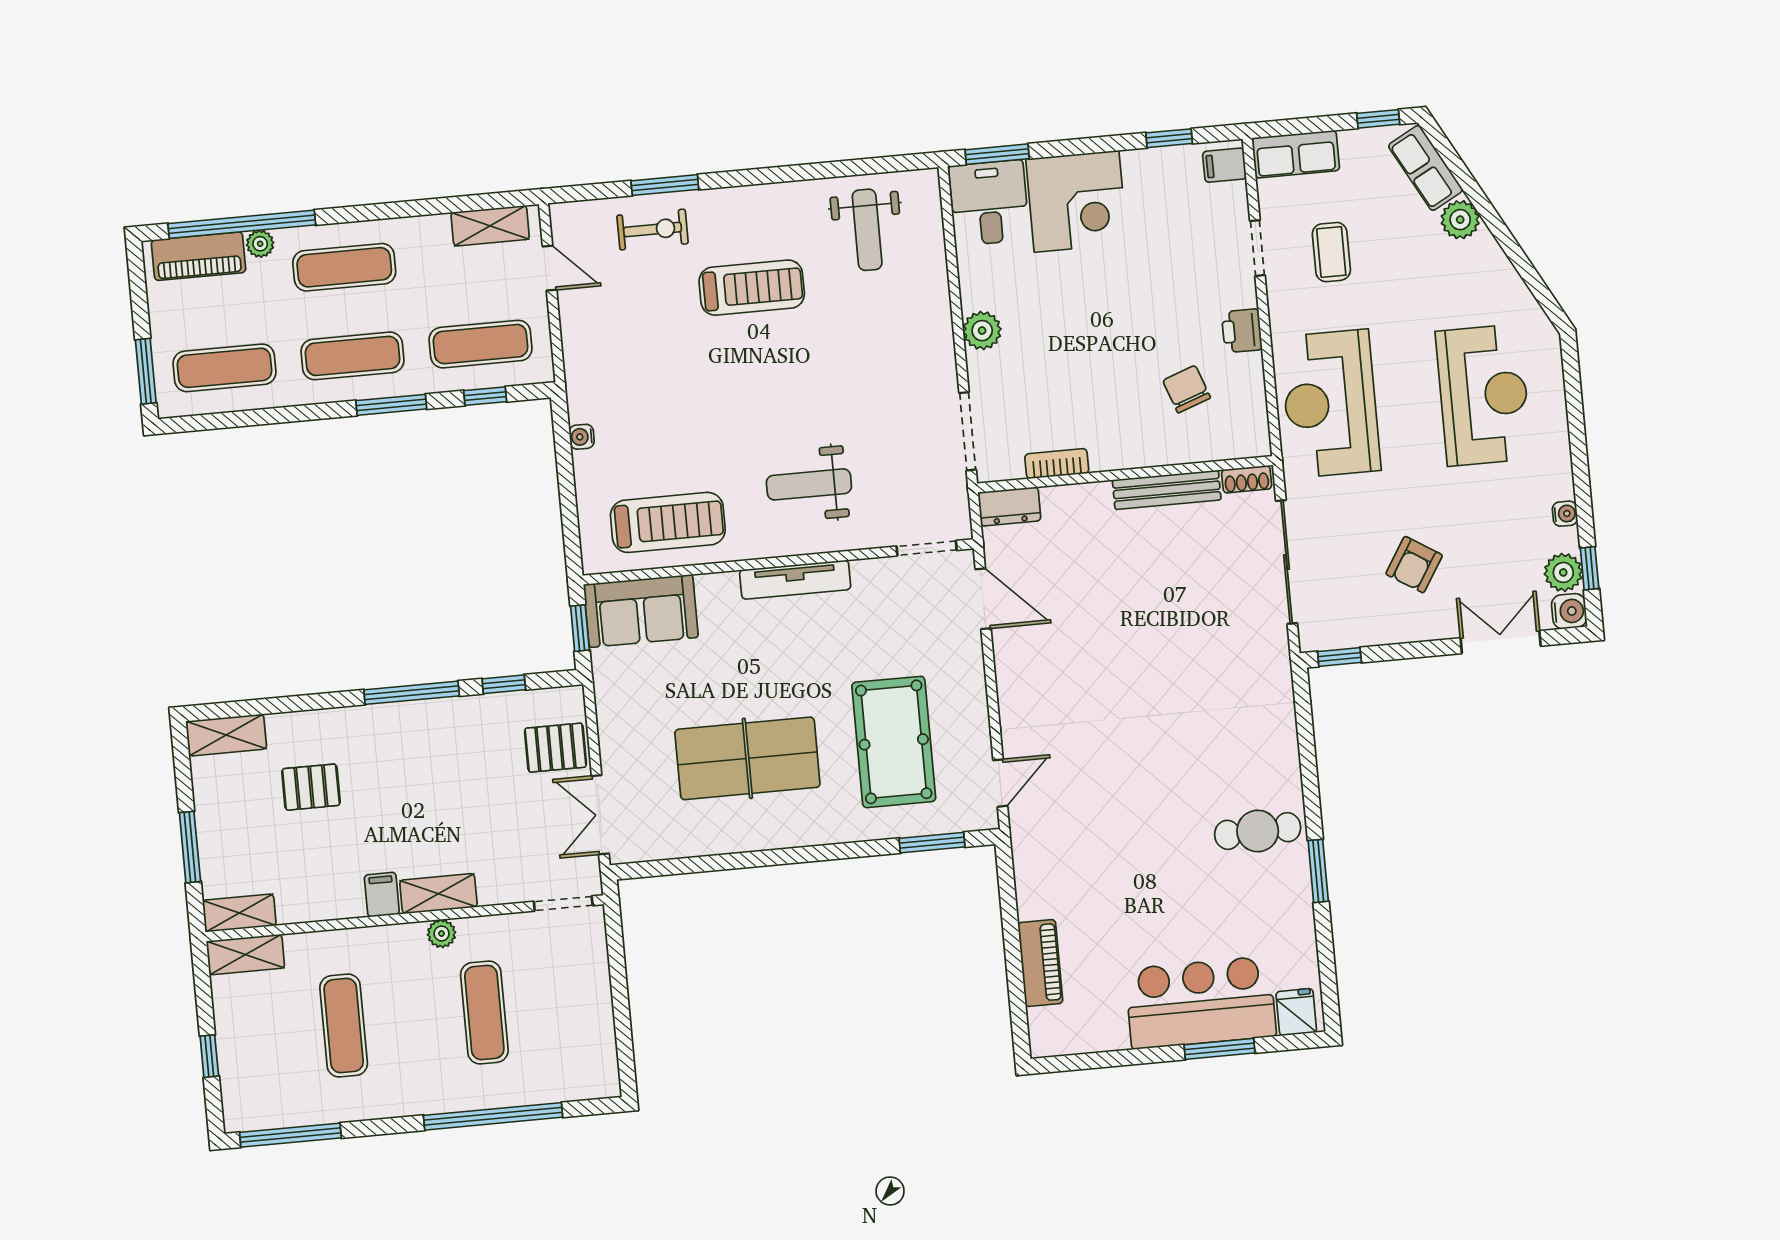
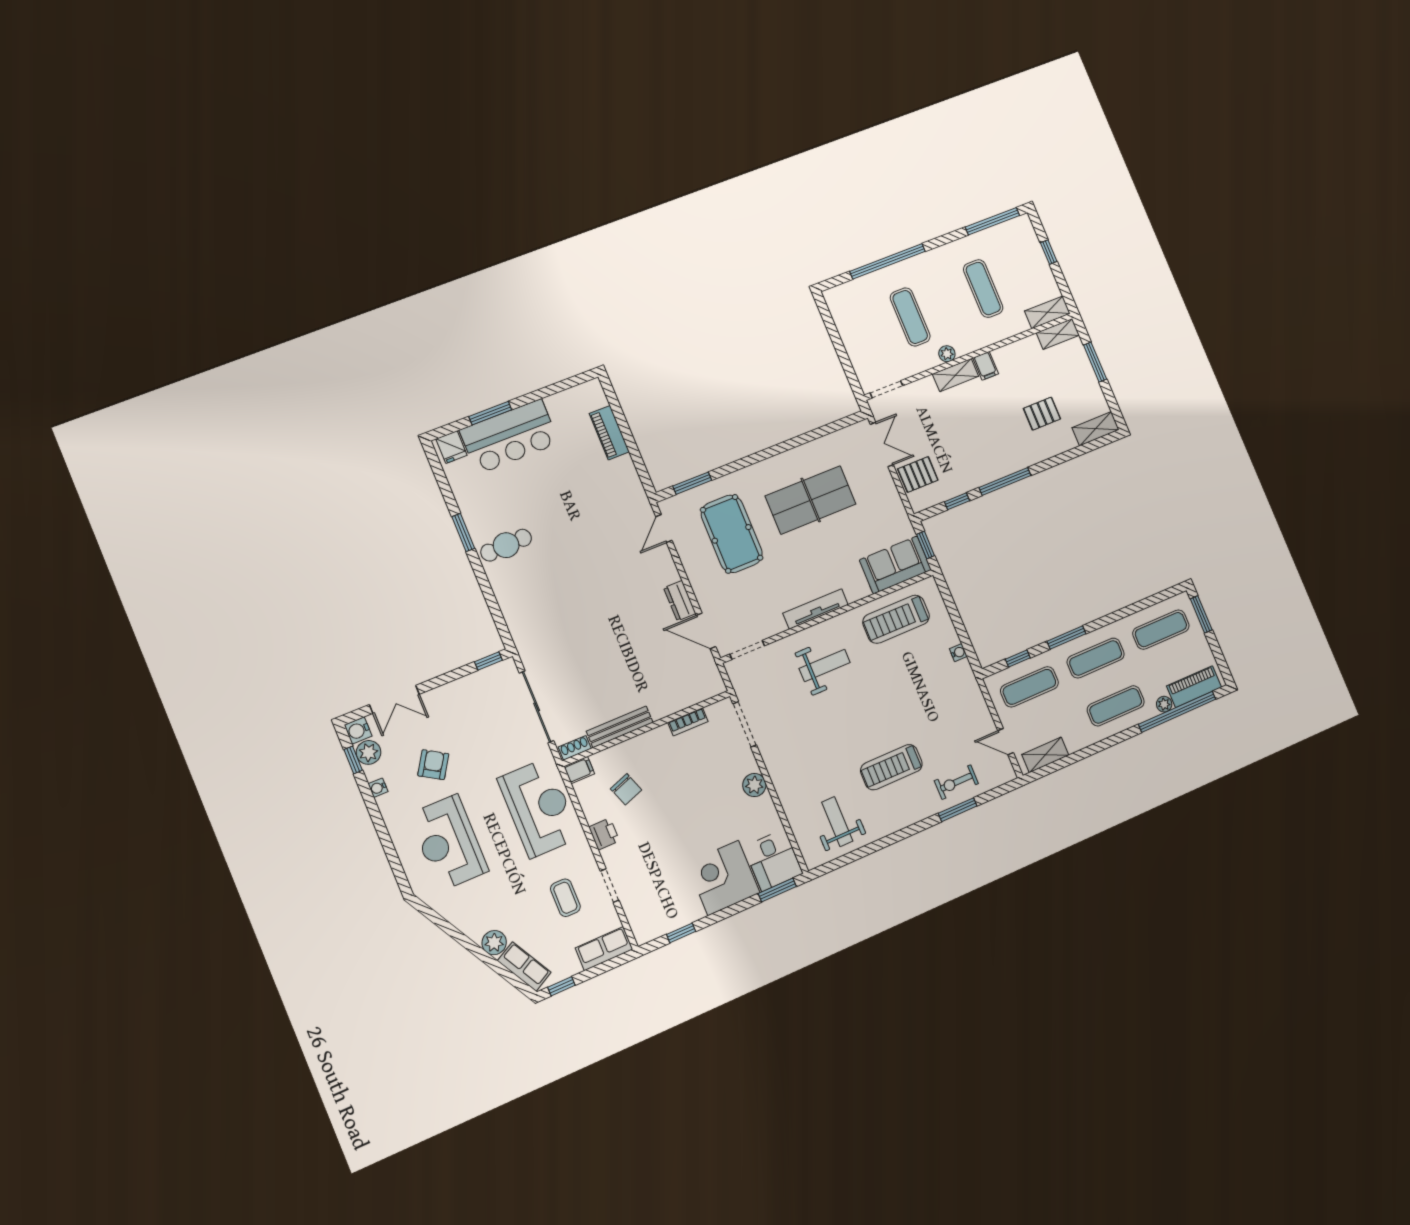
filing cabinet: (1224, 165) -> (579, 770), moved
dresser: (1009, 507) -> (680, 601), moved, turned -90
armchair: (1414, 565) -> (433, 765), moved

